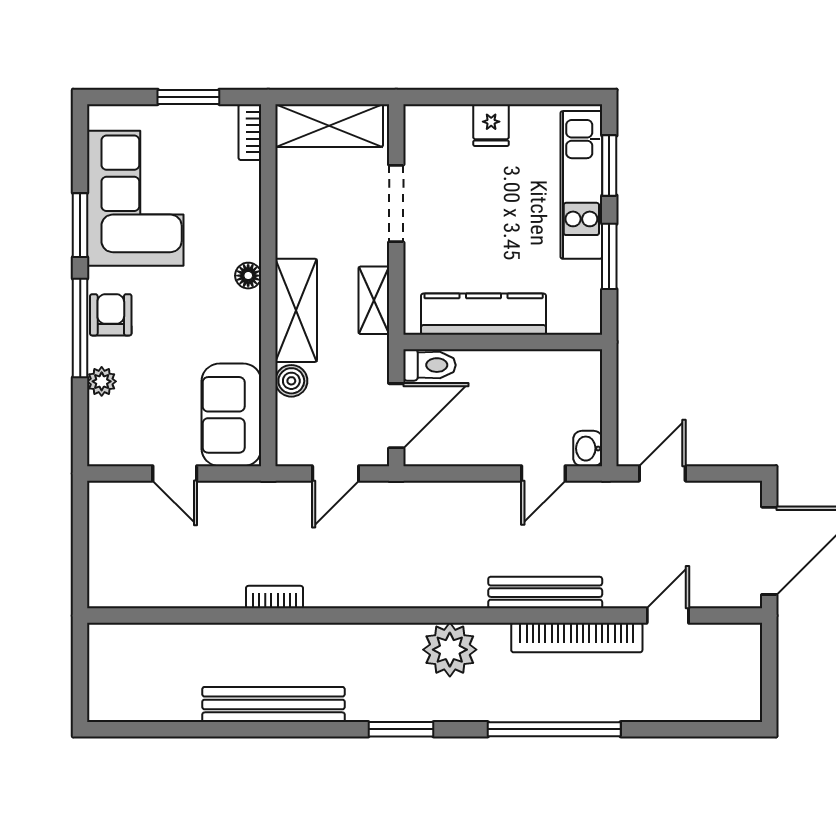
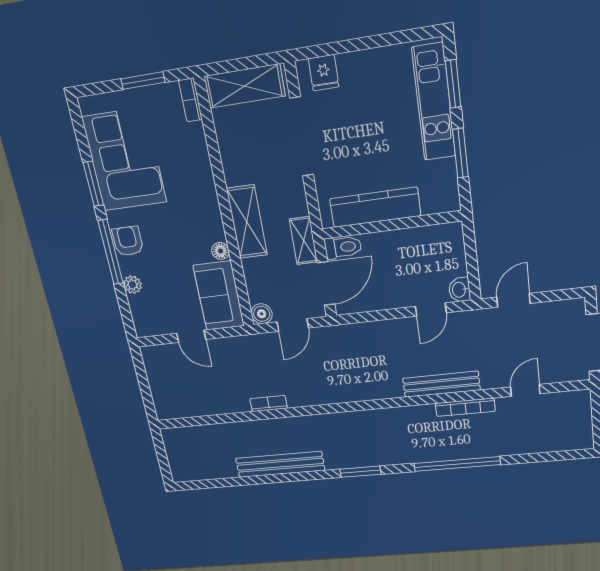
fridge: (491, 125) -> (324, 73), moved
doorway: (396, 203) -> (302, 137), width x1.36
floor lamp: (248, 276) -> (220, 251), moved
shelving: (374, 300) -> (304, 241), moved
boiler: (291, 381) -> (262, 314), moved
bookcase: (577, 638) -> (465, 407), width x0.68, depth x0.76
plant: (450, 650) -> (384, 424), removed

